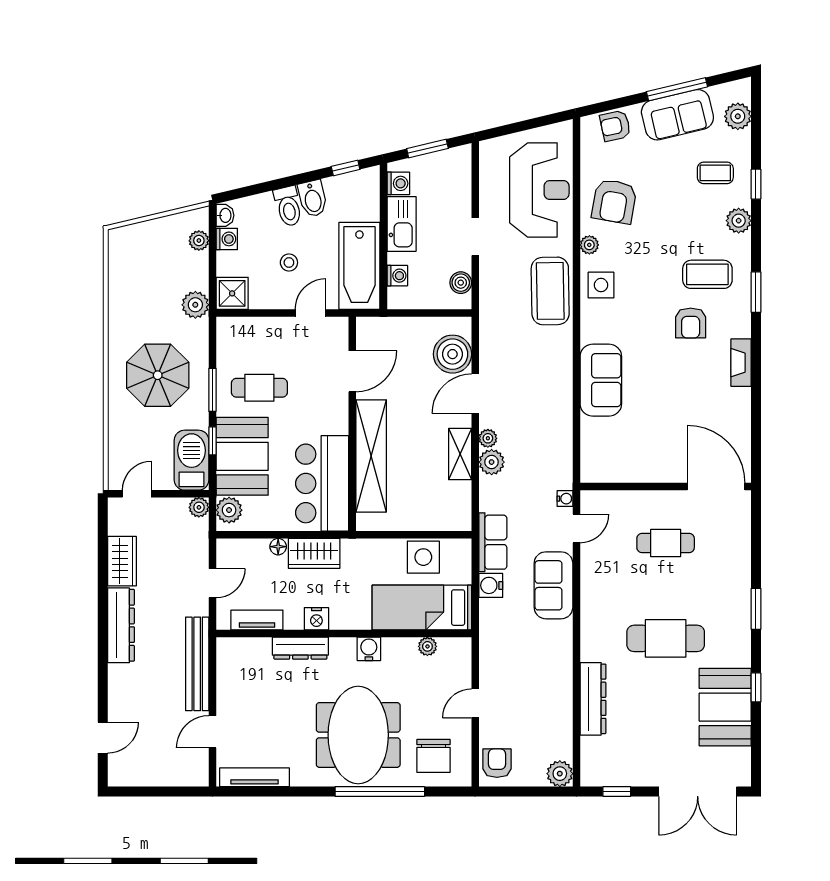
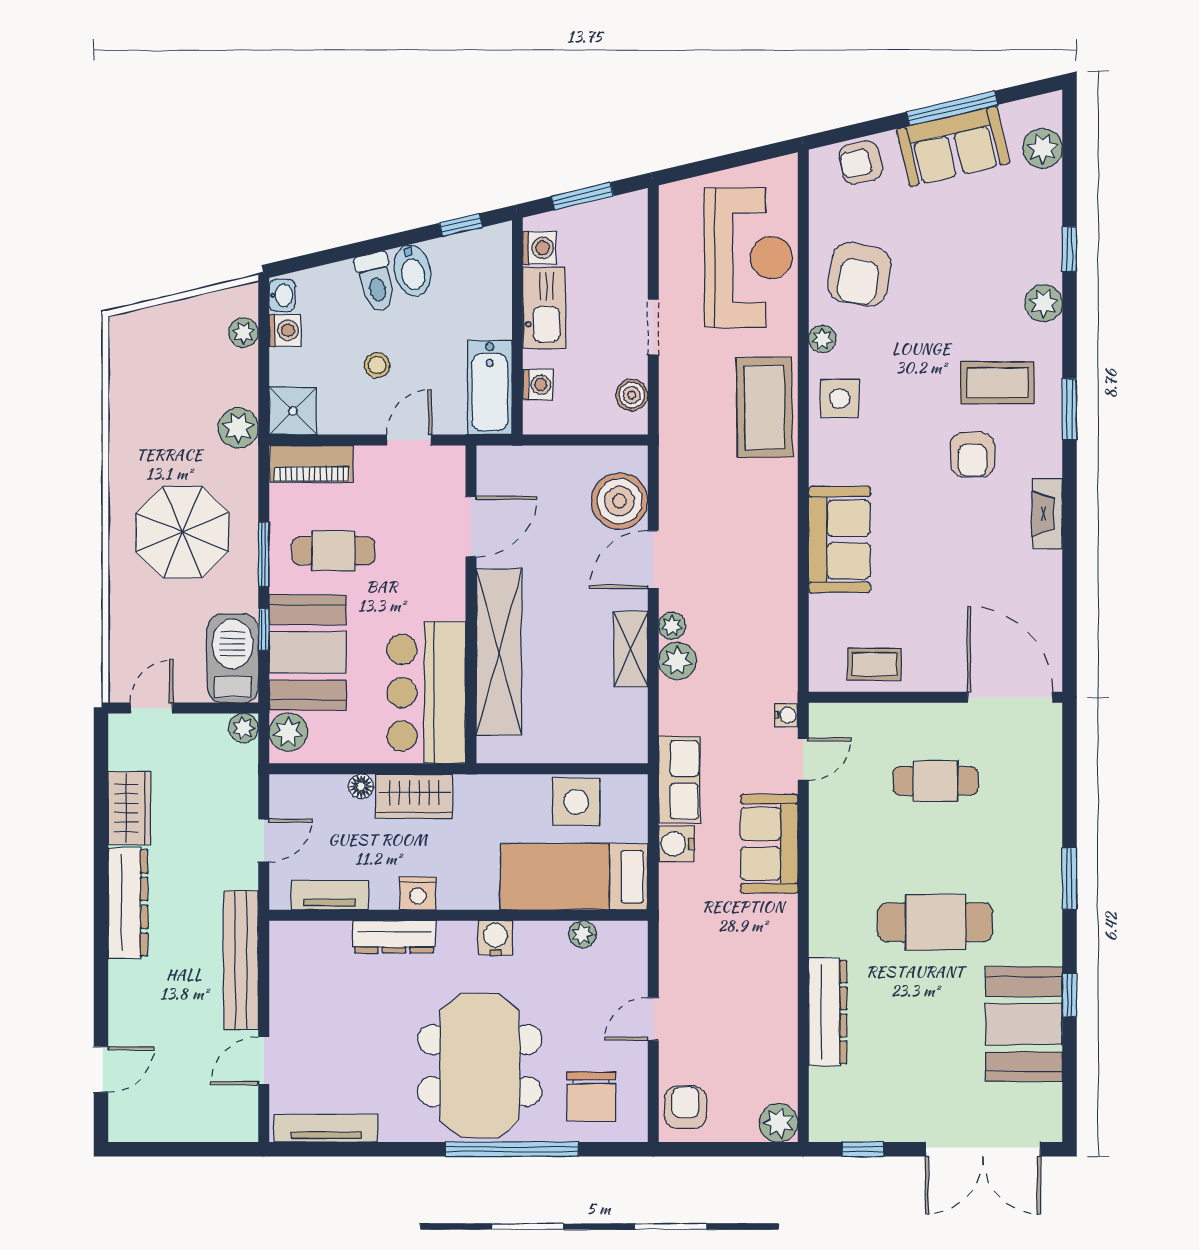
coffee table: (715, 173) -> (874, 664), moved
bathtub: (359, 266) -> (490, 387), width x0.73, depth x0.73
piano: (245, 329) -> (312, 464), added

